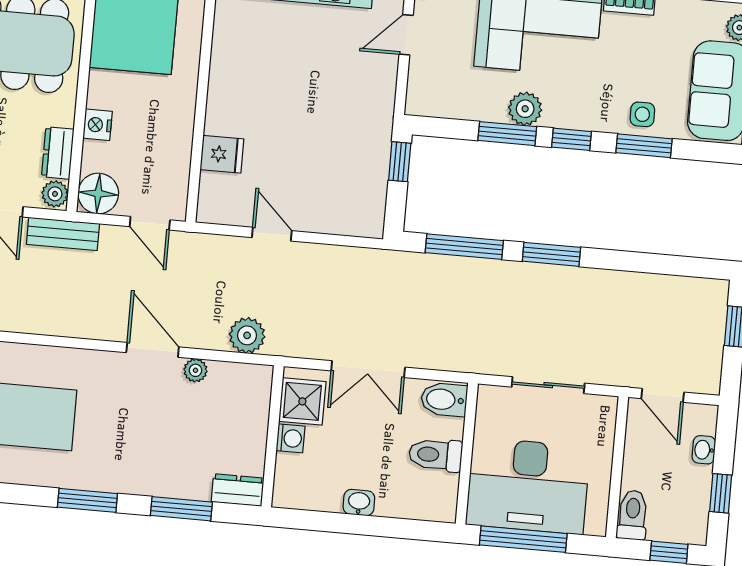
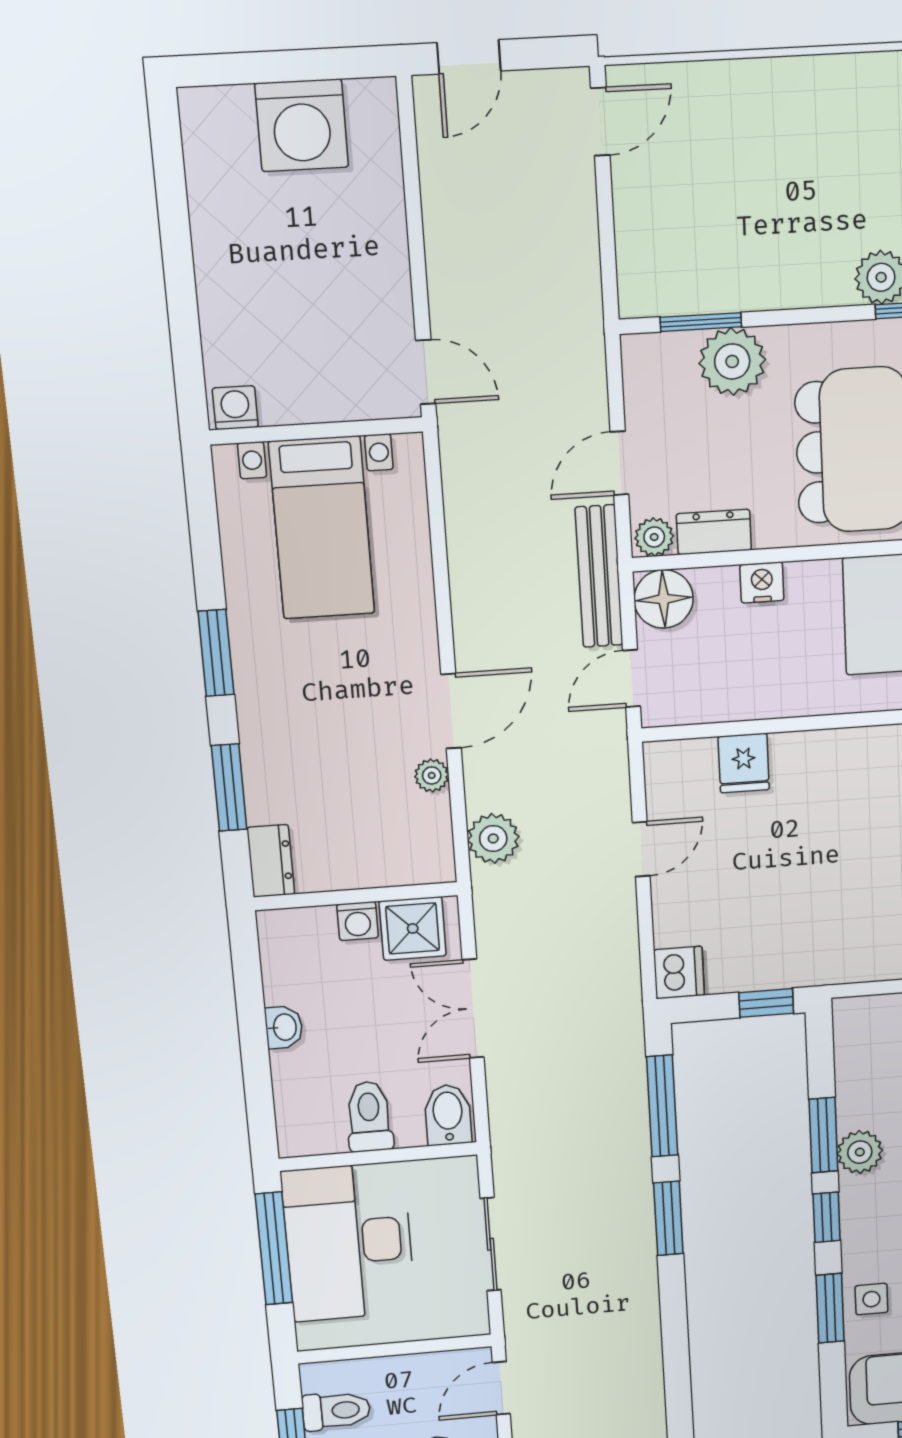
dishwasher: (366, 220) -> (679, 973), added
bench: (63, 234) -> (599, 576), width x1.36
toilet: (633, 515) -> (336, 1411), moved

